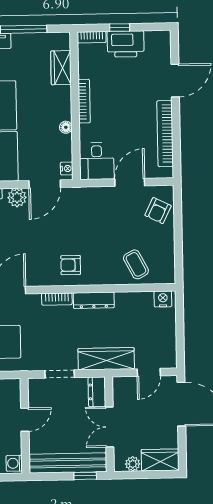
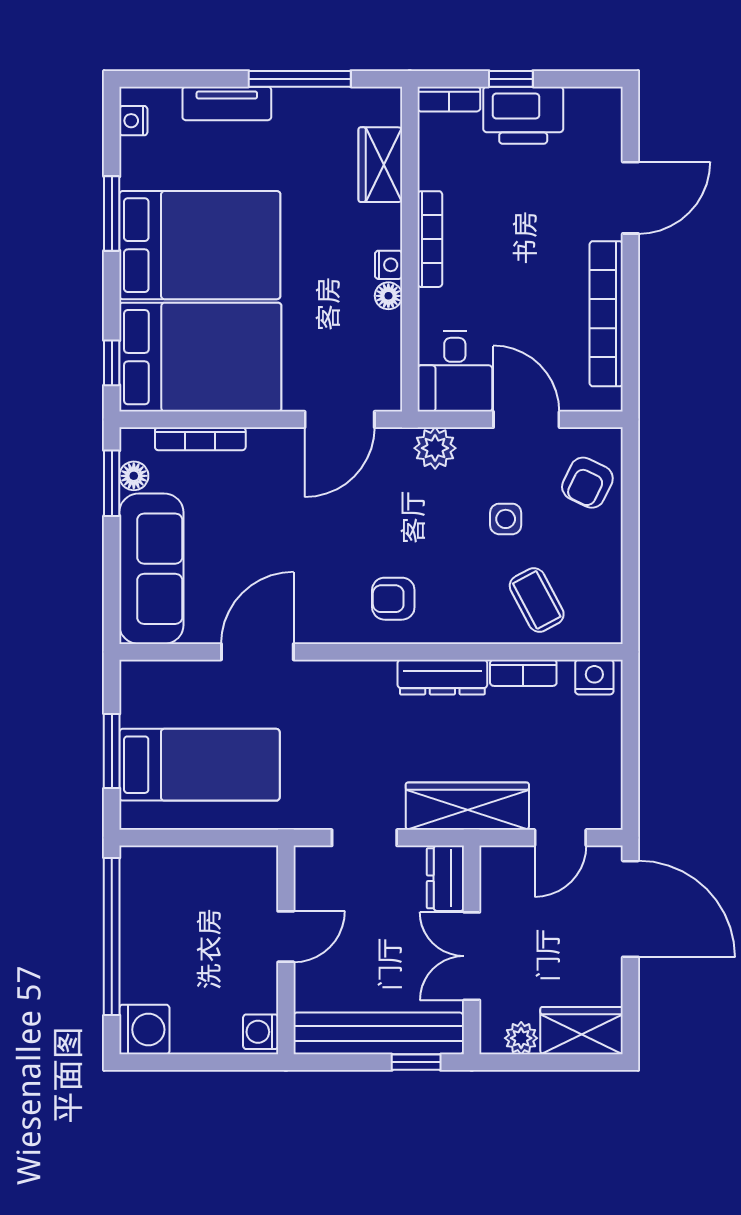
nightstand: (67, 169) -> (389, 265), moved
door: (130, 182) -> (526, 419), hinge flipped
plant: (17, 198) -> (435, 448), moved
side table: (121, 228) -> (506, 519), added
bookcase: (57, 299) -> (523, 673), moved

